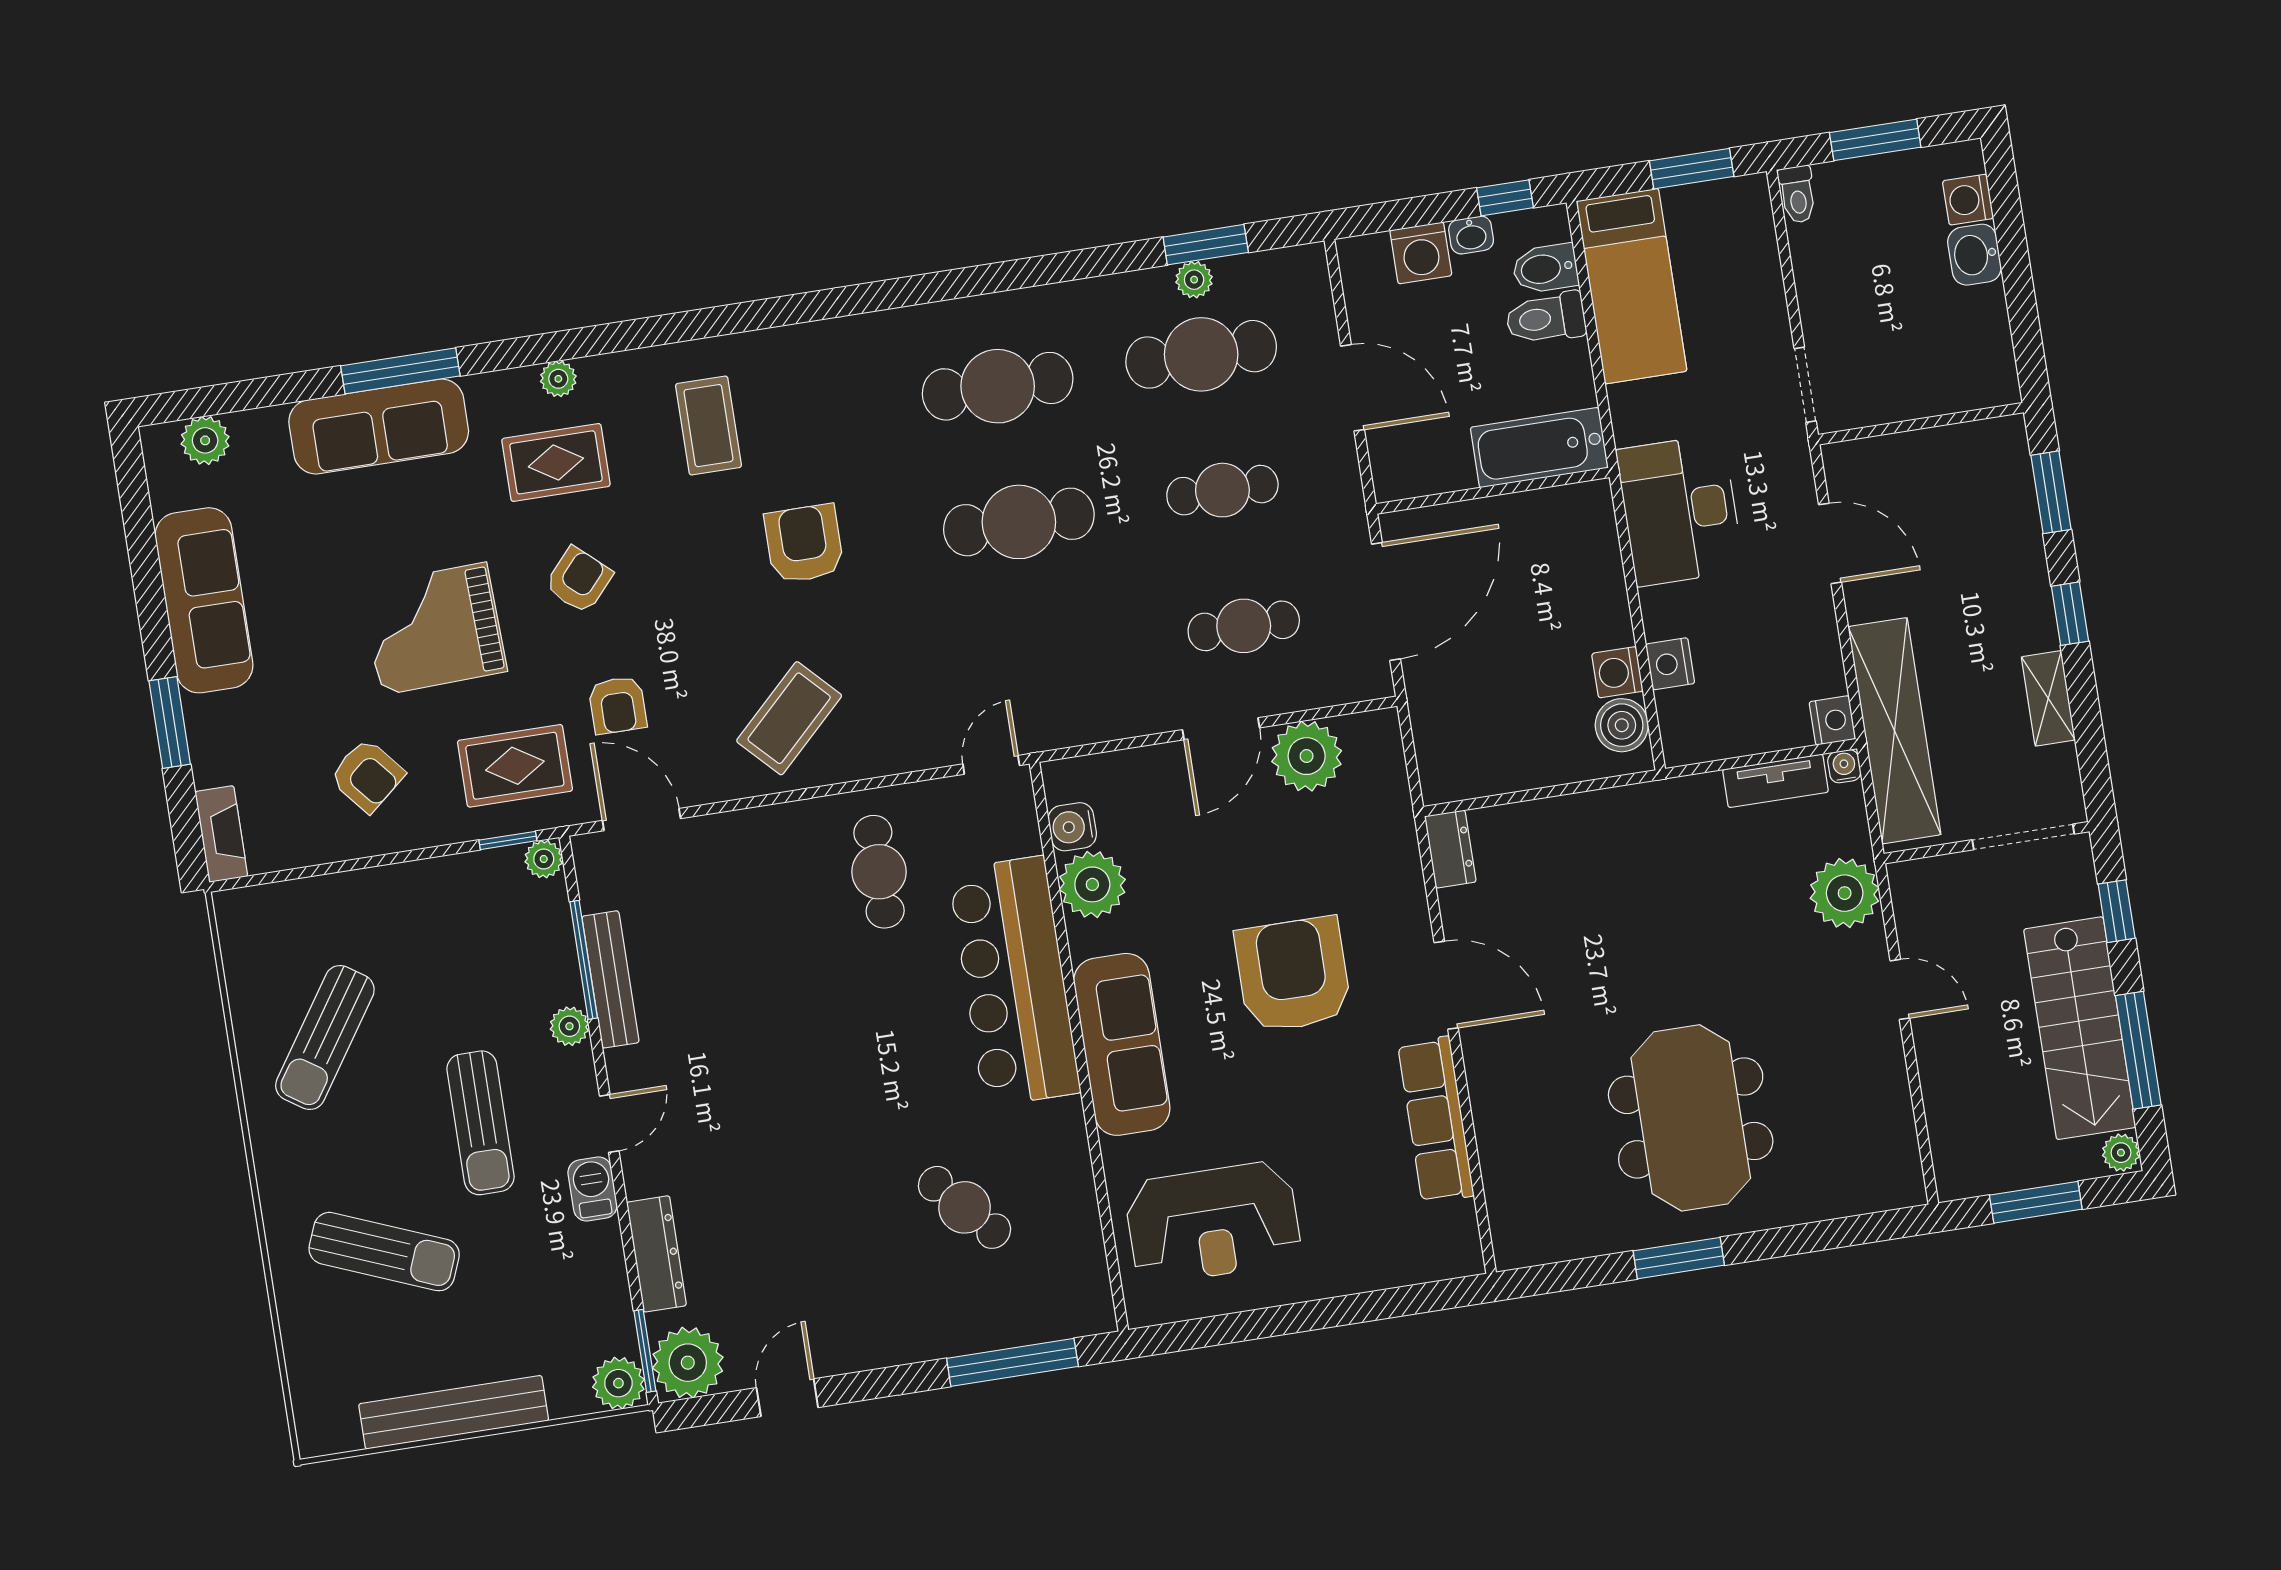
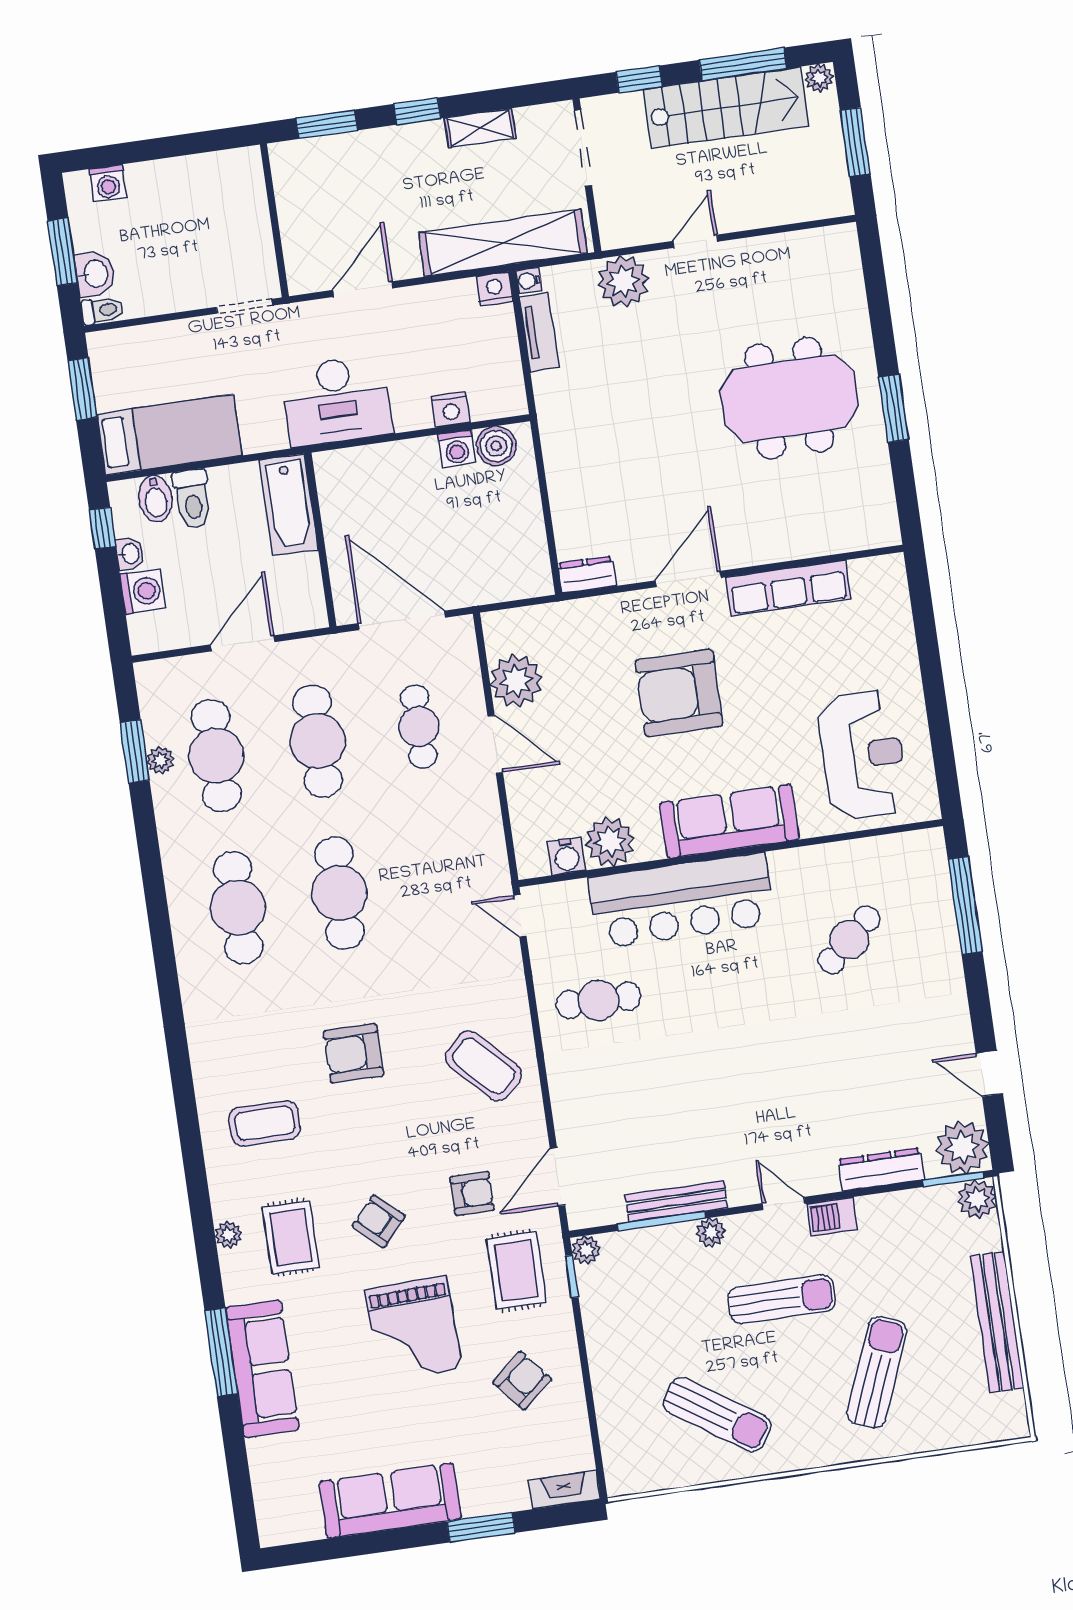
washbasin: (1974, 255) -> (95, 274), moved, turned -90
plant: (205, 440) -> (271, 1498), removed
cafe table: (1222, 490) -> (317, 741), width x1.37, depth x1.35

